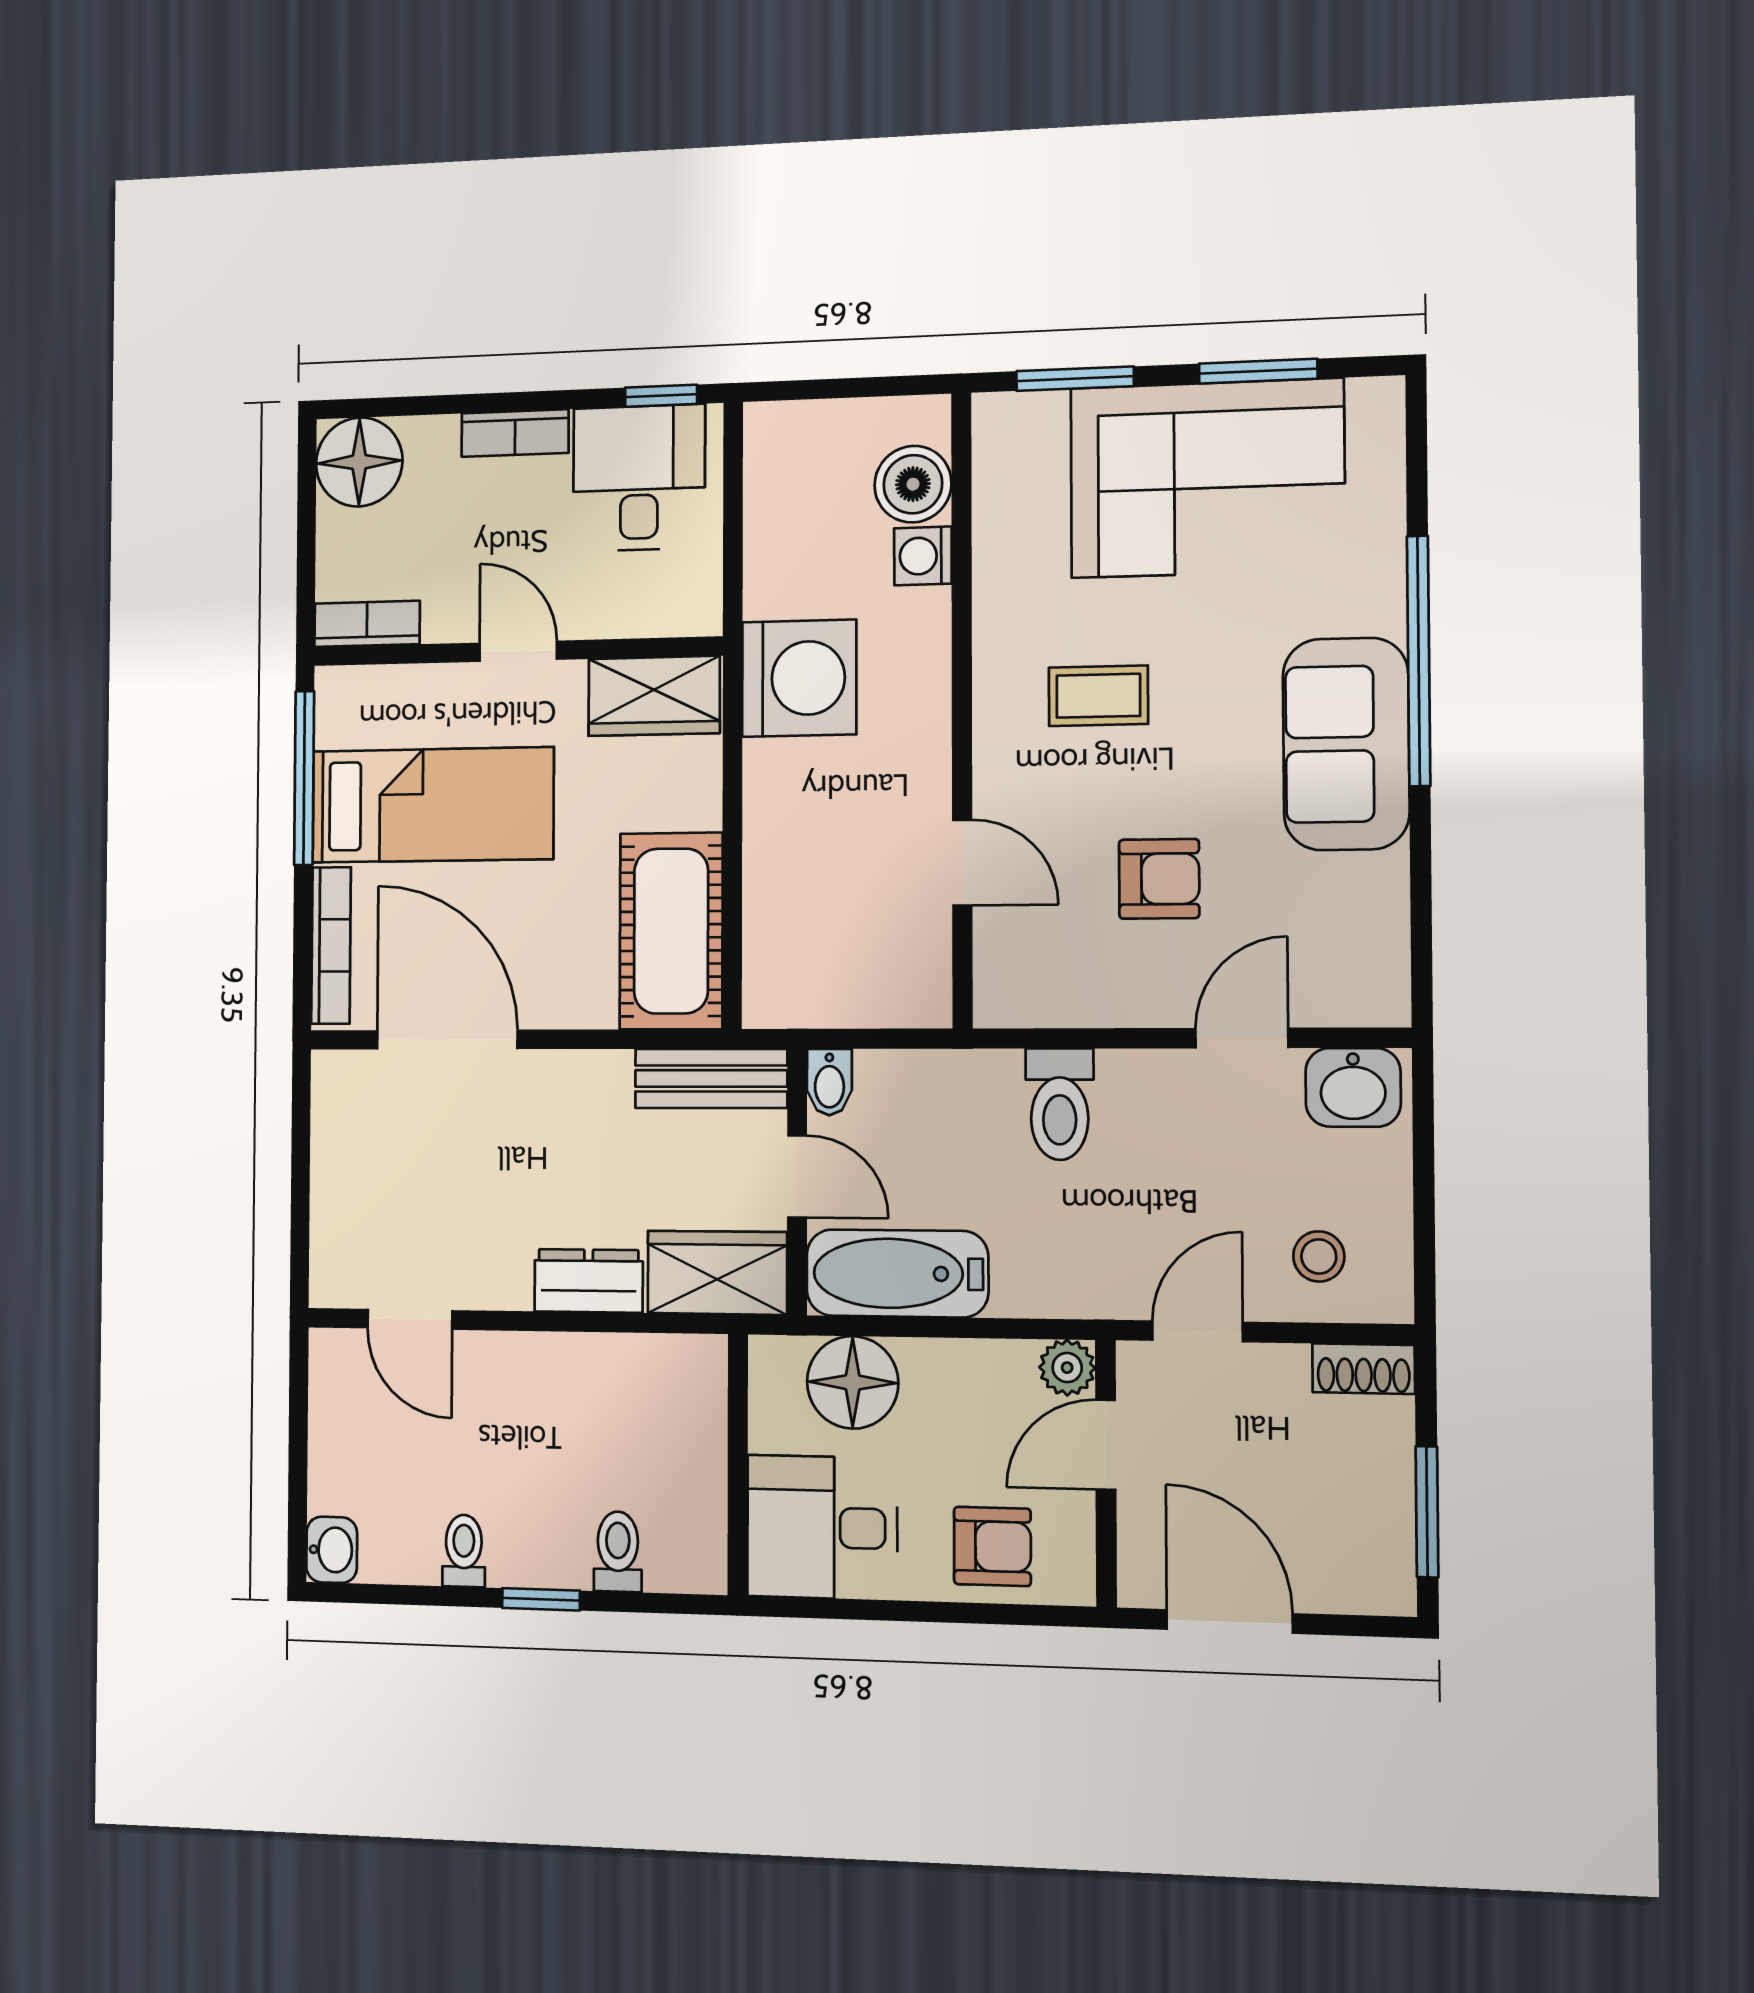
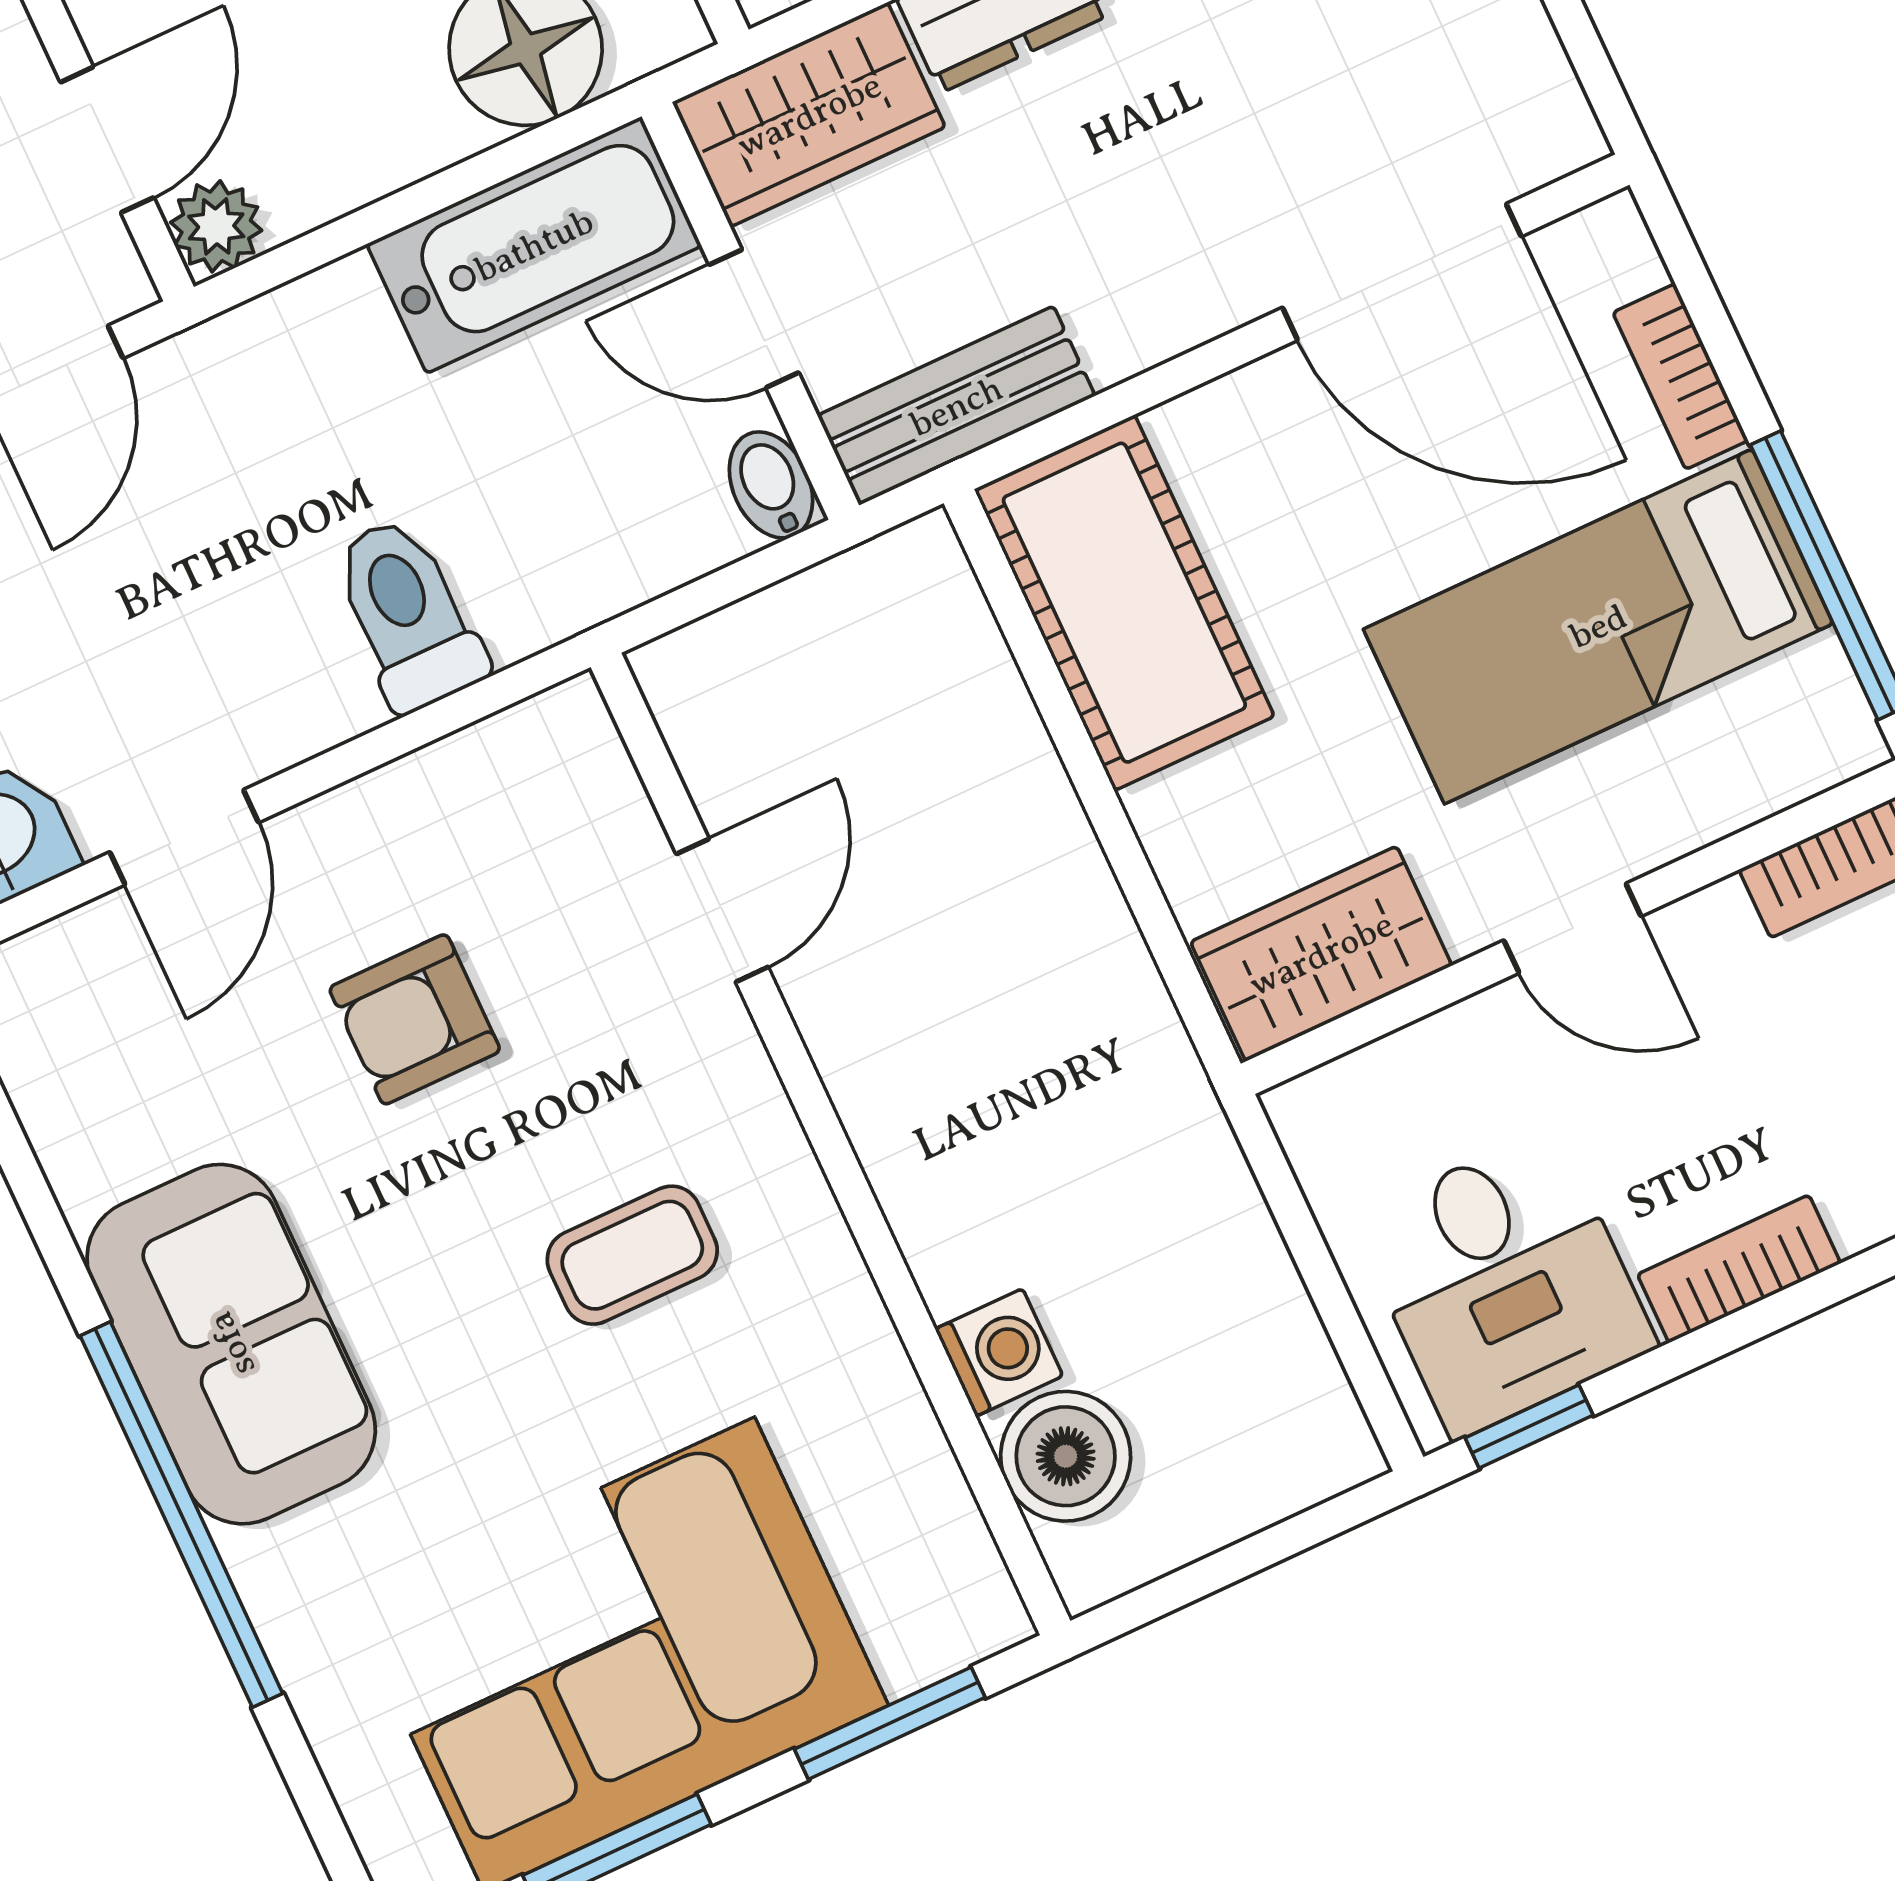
washing machine: (799, 678) -> (1105, 1081), removed
door: (962, 863) -> (722, 910), swing flipped
bookcase: (331, 945) -> (1680, 377), width x0.64

